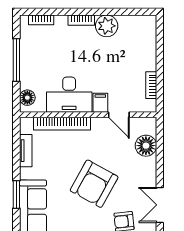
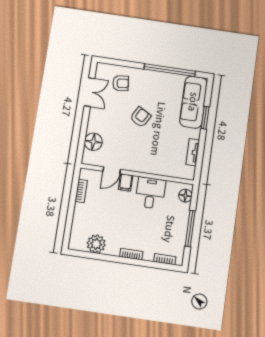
plant: (107, 26) -> (96, 244), moved
desk: (69, 95) -> (150, 193), width x0.73
door: (119, 115) -> (112, 170), swing flipped
bookcase: (62, 124) -> (160, 170), removed
armchair: (94, 184) -> (140, 117), width x0.53, depth x0.53

